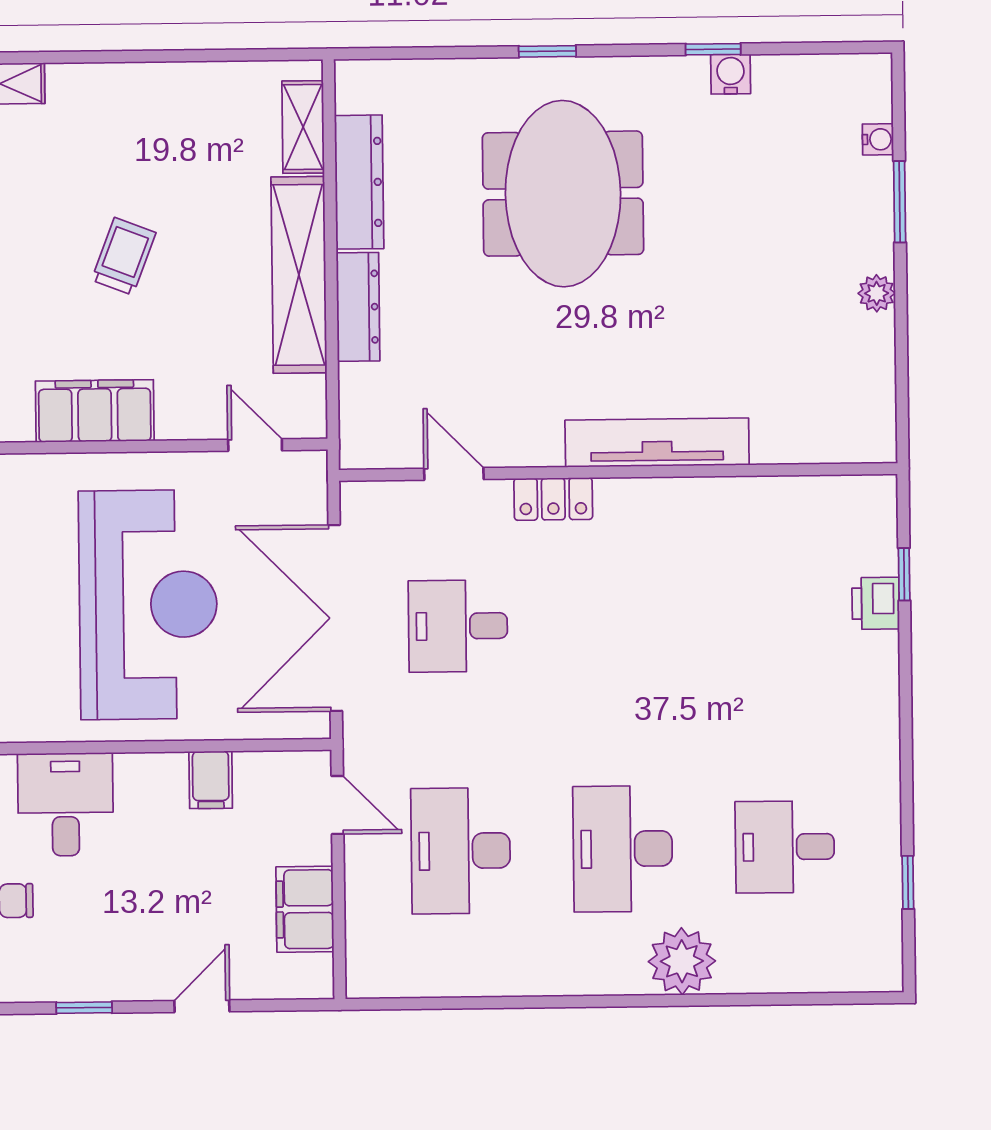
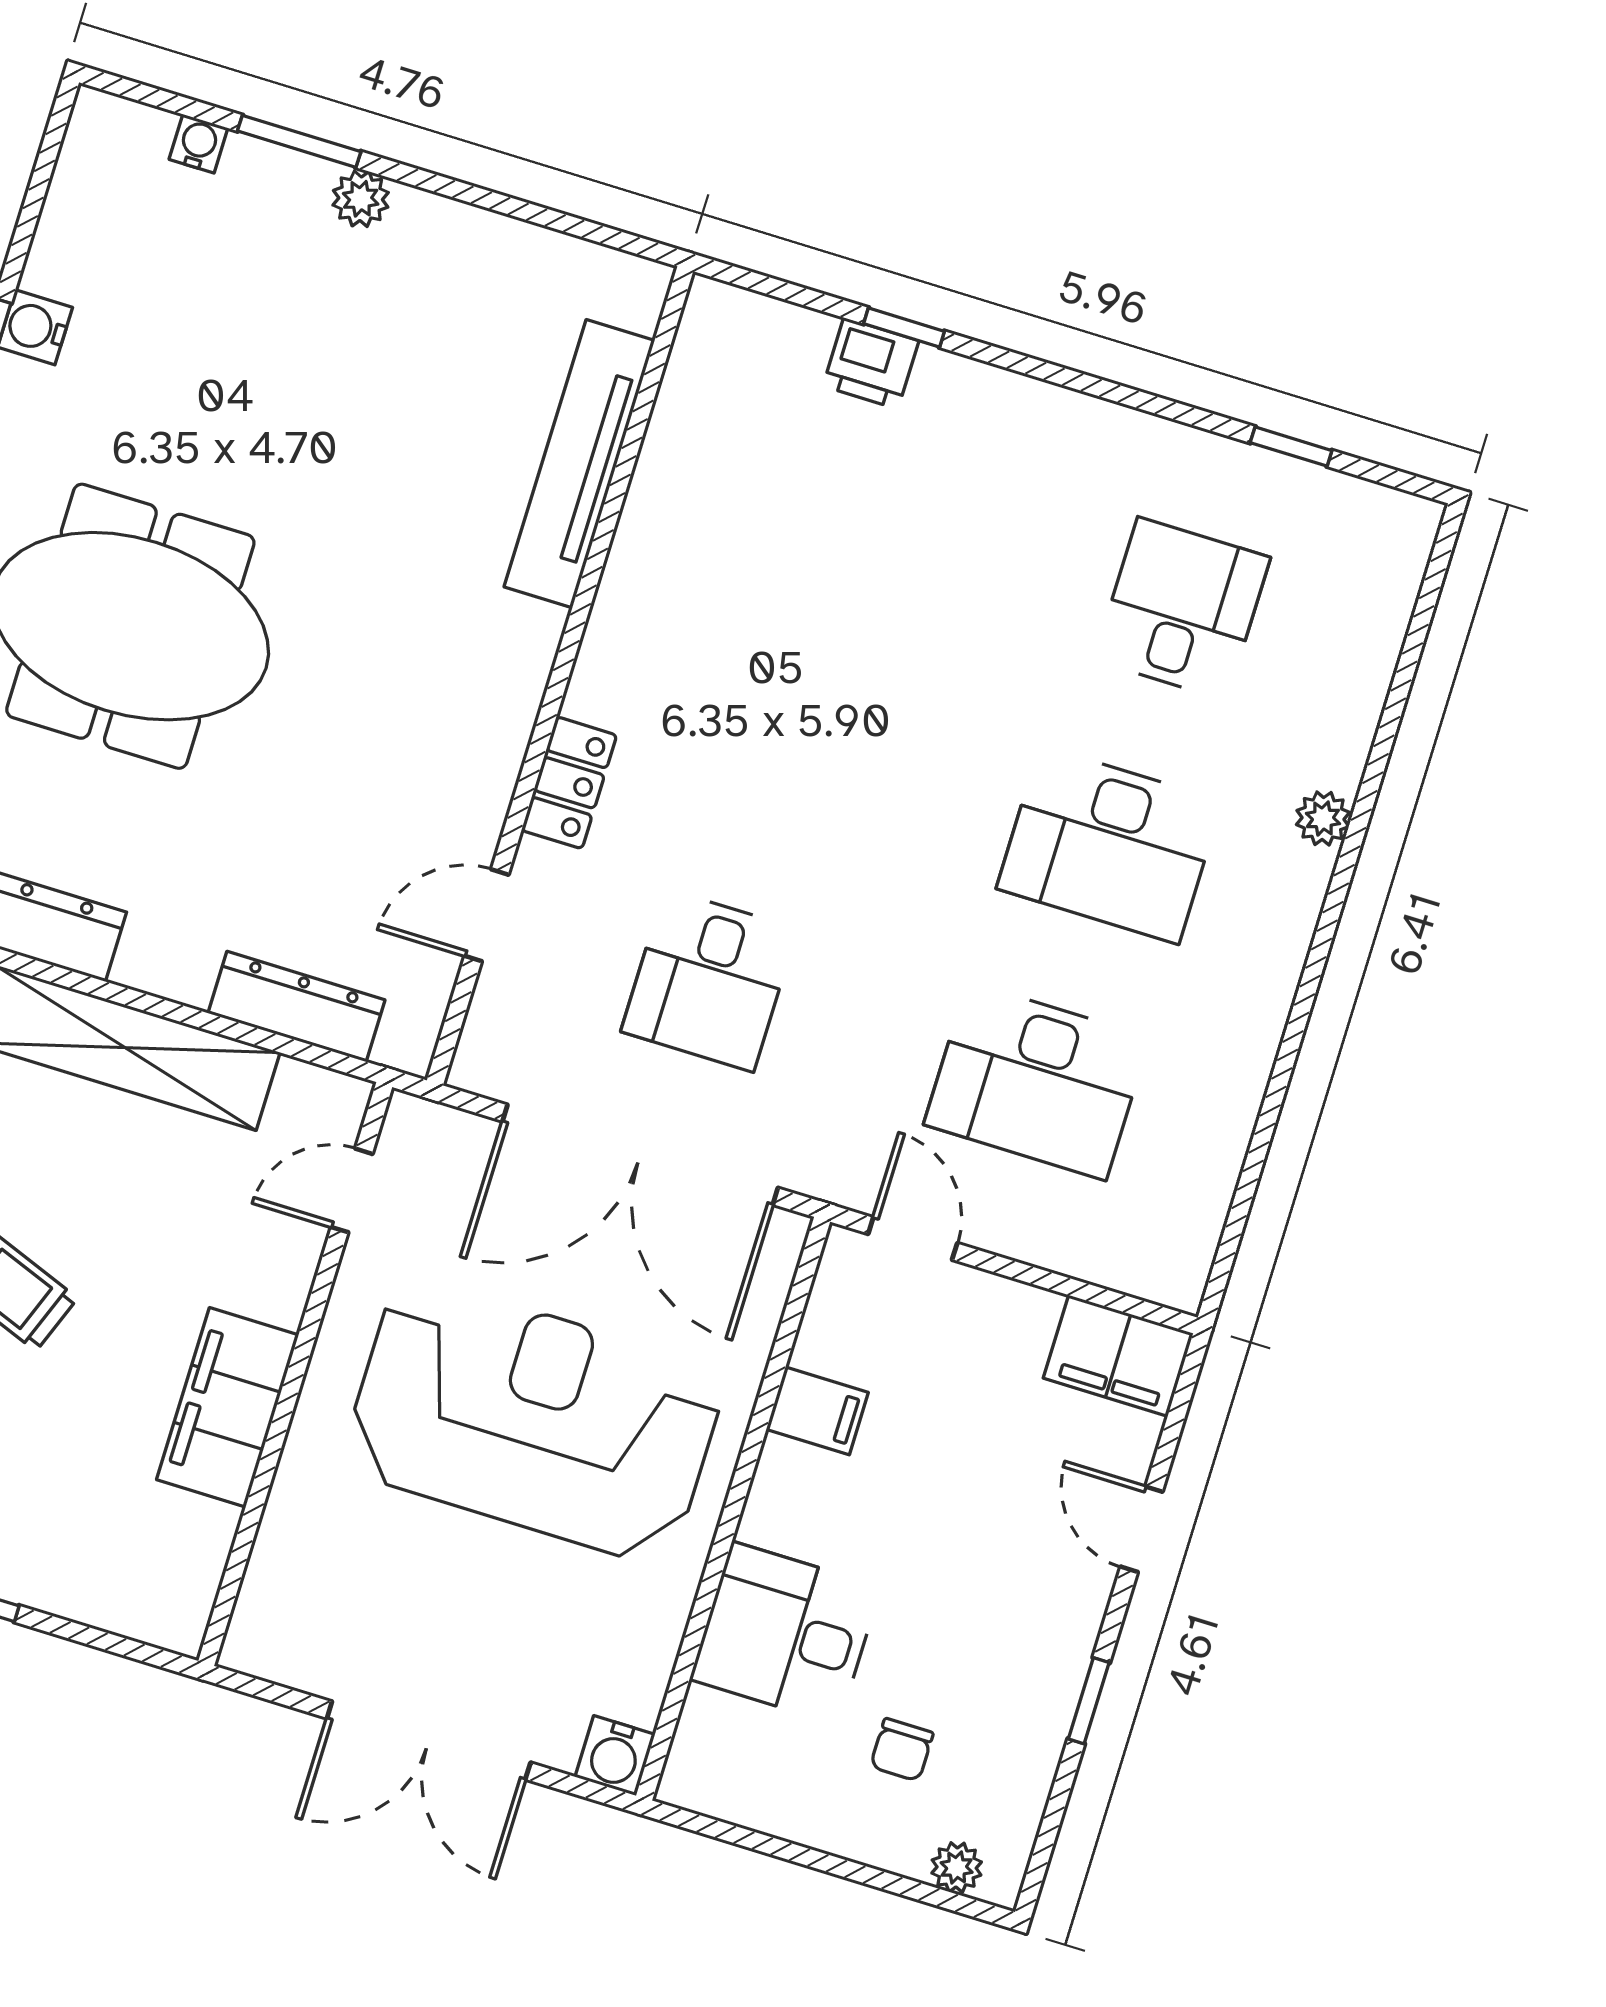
plant: (877, 293) -> (361, 199), moved
dresser: (358, 307) -> (296, 1006), moved
tv unit: (657, 443) -> (579, 464), moved
window: (904, 574) -> (904, 327), moved
door: (338, 805) -> (913, 1239), hinge flipped
desk: (785, 847) -> (1182, 609), turned 180
filing cabinet: (305, 909) -> (1118, 1356), moved
plant: (682, 961) -> (1323, 819), width x0.53, depth x0.53

